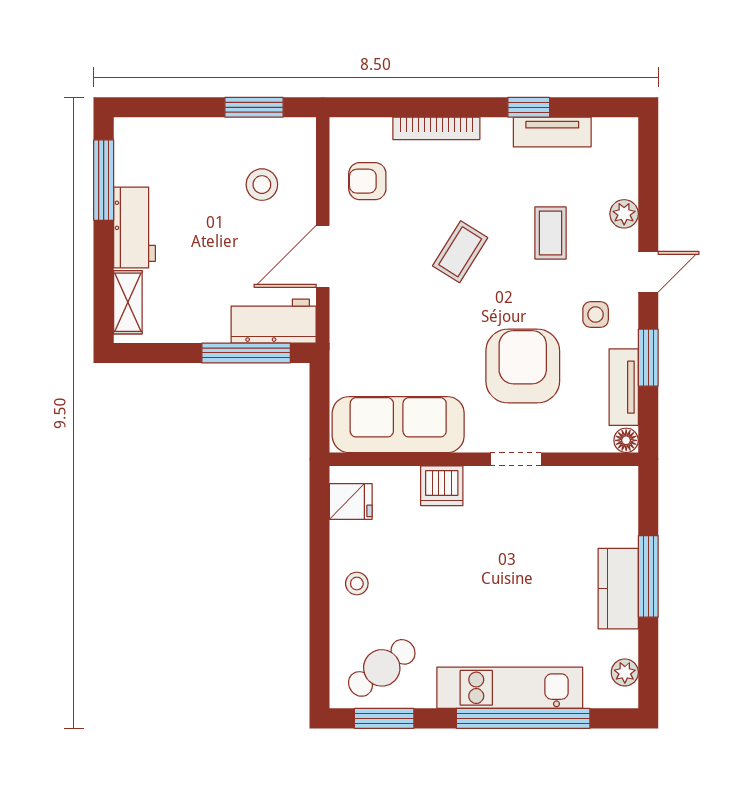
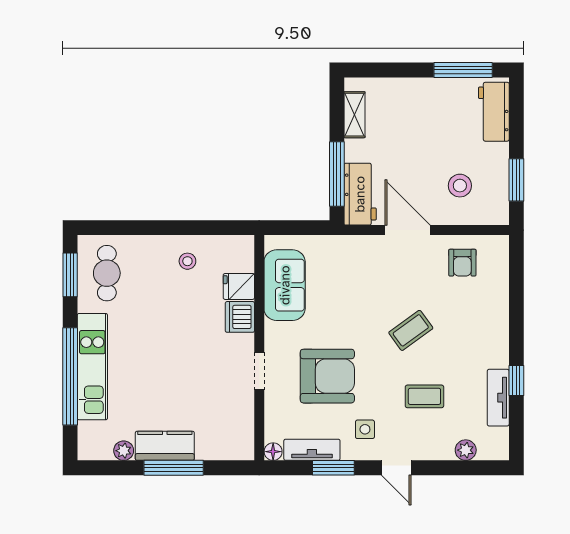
bookcase: (436, 128) -> (501, 313), removed
armchair: (367, 181) -> (462, 263), turned 180
plant: (624, 214) -> (466, 450), moved
workbench: (134, 227) -> (494, 112), moved, turned 90
coffee table: (460, 252) -> (411, 330), turned -68
shelving: (128, 302) -> (355, 115), moved, turned 90
sofa: (398, 425) -> (285, 285), width x0.73
fridge: (351, 502) -> (239, 286), moved, turned 90
stool: (357, 583) -> (187, 261), moved
cafe table: (382, 668) -> (107, 273), turned 37
plant: (625, 672) -> (124, 451), moved

